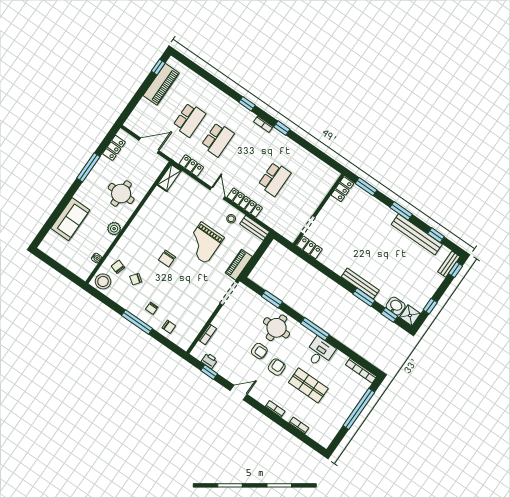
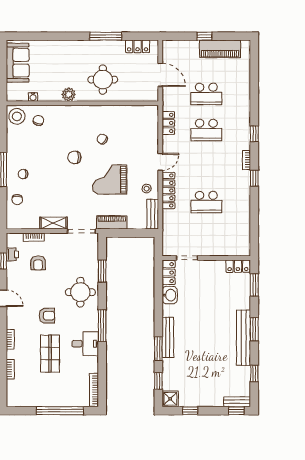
window: (158, 67) -> (204, 36), moved
shelving: (169, 178) -> (53, 223), moved
sofa: (70, 219) -> (18, 63), moved, turned -90
bench: (417, 234) -> (244, 338), moved
chair: (136, 279) -> (102, 139), moved
washbasin: (396, 306) -> (170, 295), moved
armchair: (259, 351) -> (38, 263), moved

